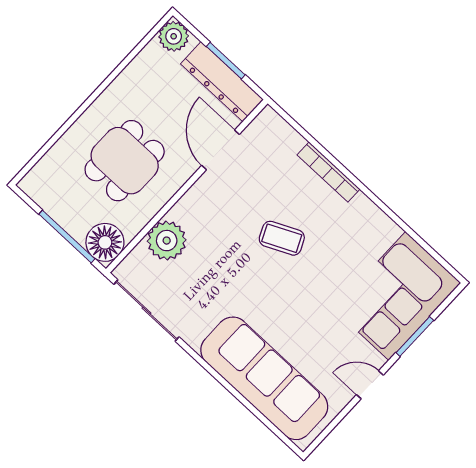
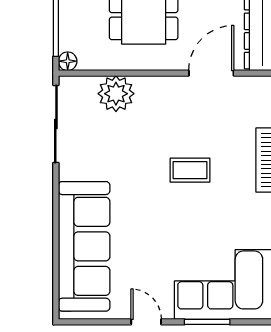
coffee table: (282, 238) -> (190, 170), turned -65
floor lamp: (105, 242) -> (68, 61), width x0.53, depth x0.53

